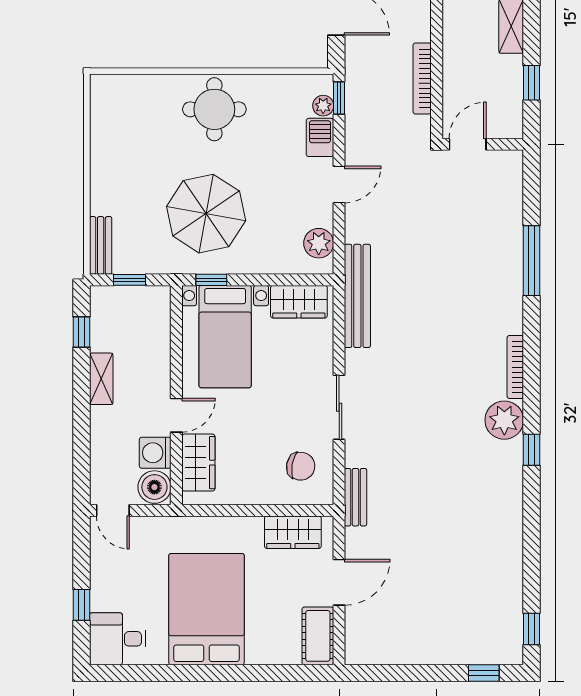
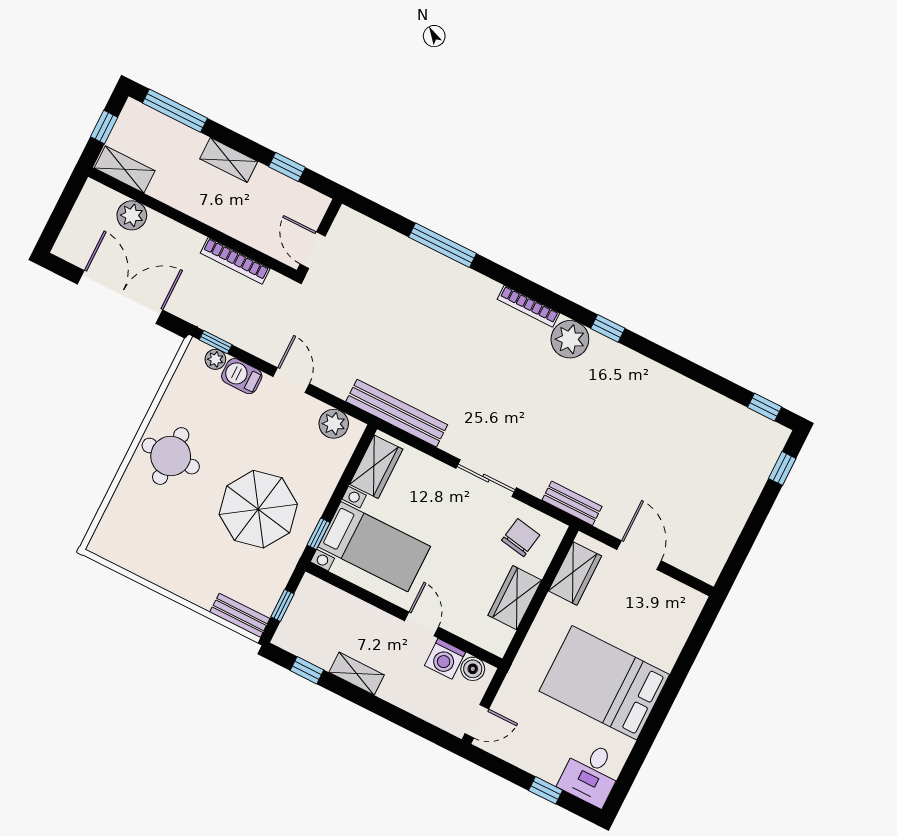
wardrobe: (198, 463) -> (515, 598), moved, turned -90
boiler: (154, 487) -> (473, 669), width x0.73, depth x0.73
cot: (318, 636) -> (677, 597), removed

